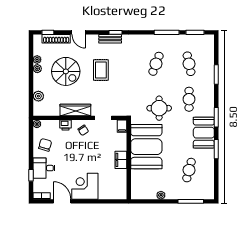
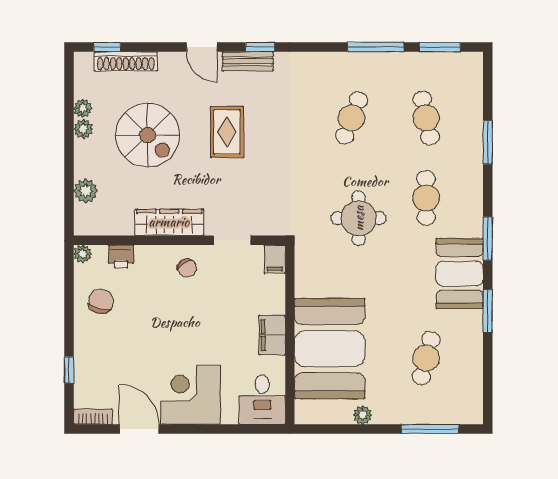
door: (79, 32) -> (202, 47), moved
printer: (66, 125) -> (121, 256), moved
booth: (146, 147) -> (330, 349), moved
desk: (44, 168) -> (262, 400), moved, turned -90

